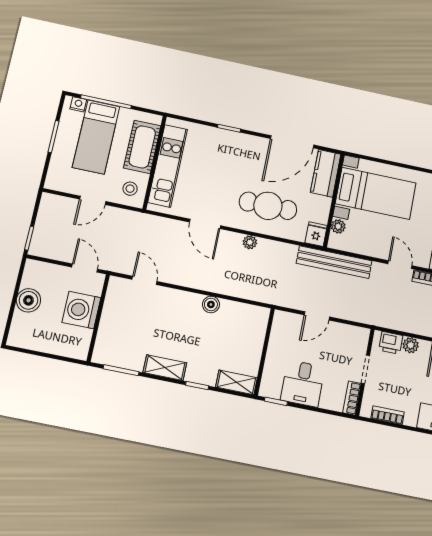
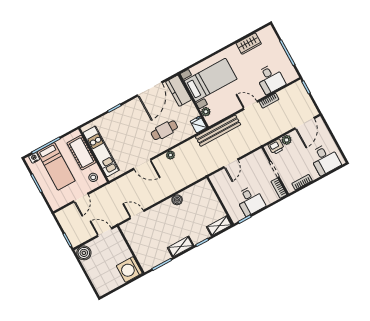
cafe table: (268, 206) -> (164, 130), width x0.73, depth x0.74
boiler: (28, 300) -> (84, 253), moved
washing machine: (81, 310) -> (129, 269), moved

